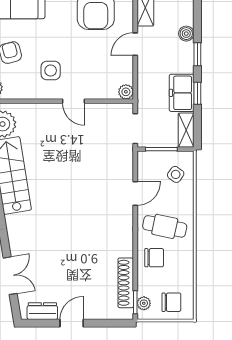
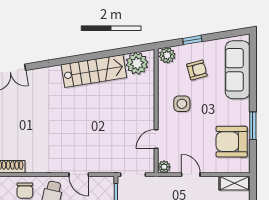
door: (135, 44) -> (191, 175), moved
door: (74, 101) -> (156, 139), moved

